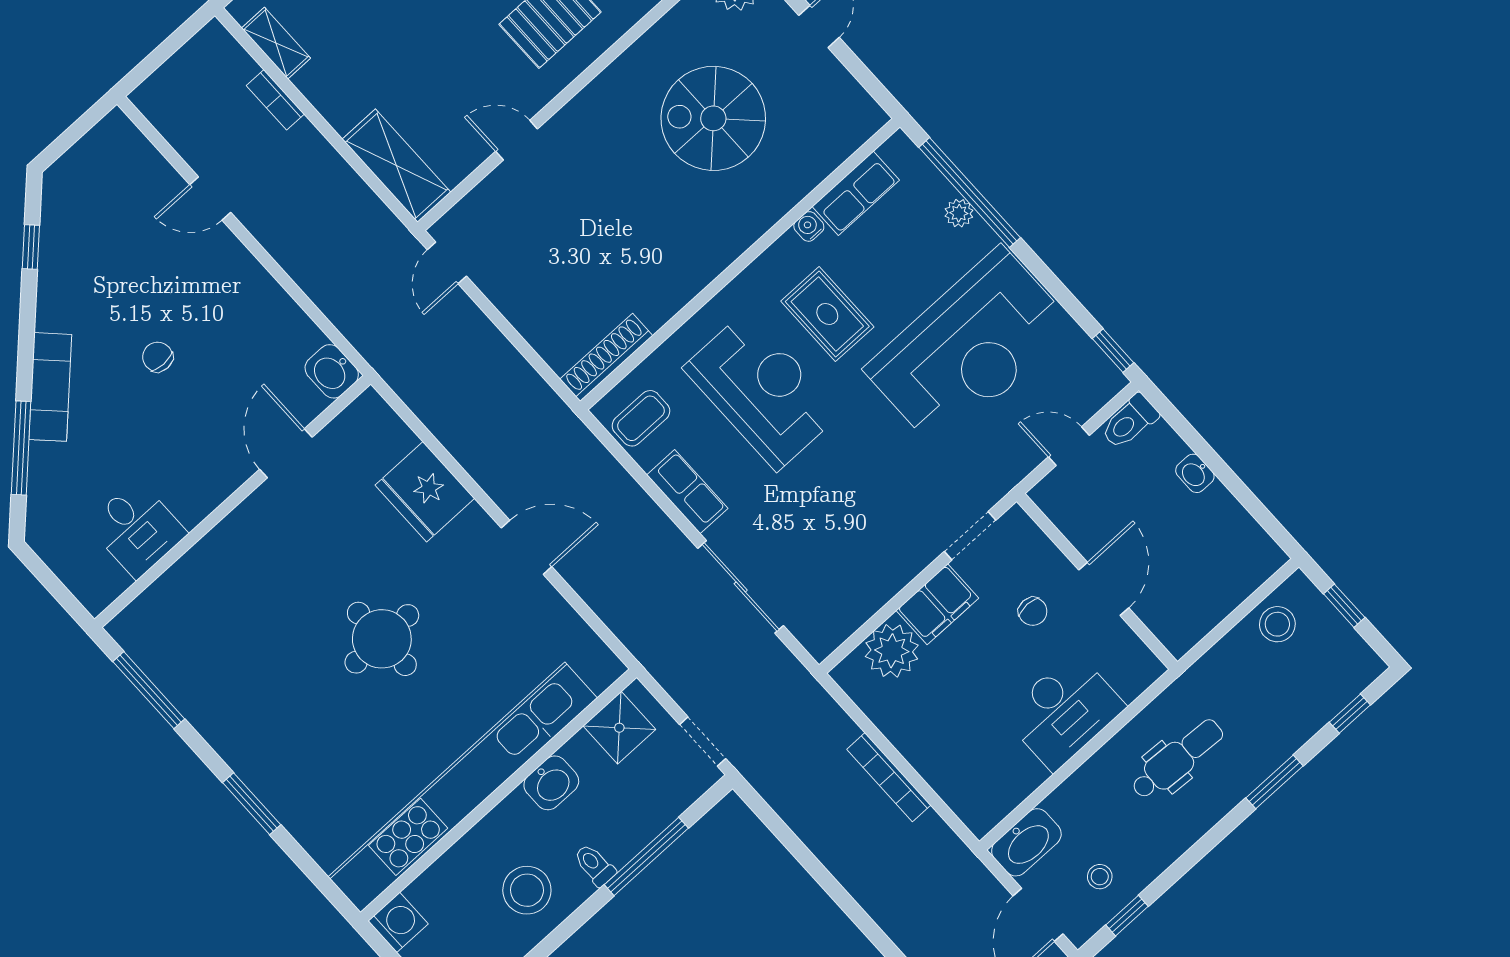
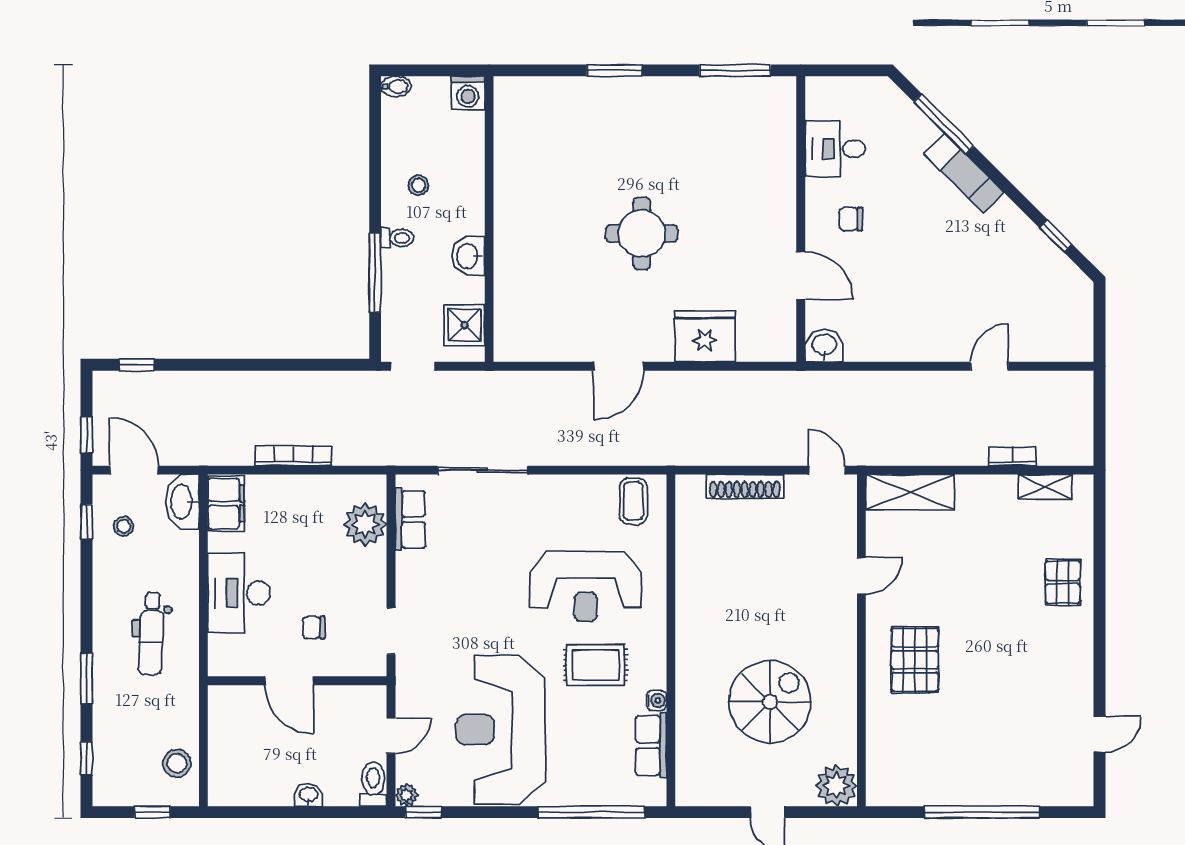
plant: (959, 213) -> (407, 795), moved
chair: (158, 357) -> (851, 219), moved, turned 180
shoe rack: (606, 357) -> (745, 486), moved, turned 90
row of seats: (687, 492) -> (410, 519), moved, turned -90
filing cabinet: (937, 604) -> (226, 504), moved, turned 180
kitchen unit: (463, 787) -> (512, 202), removed
stool: (527, 890) -> (419, 185), width x0.53, depth x0.53

